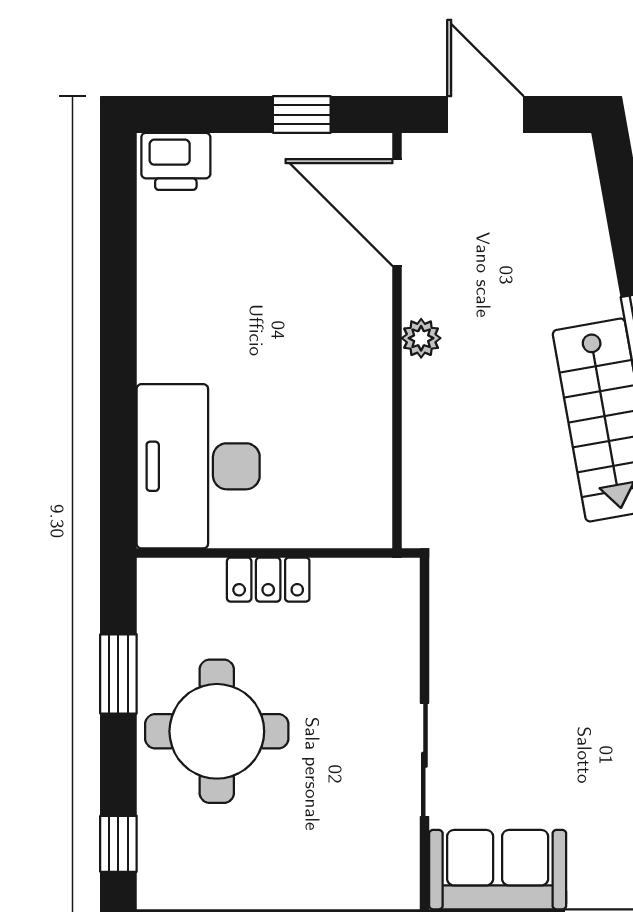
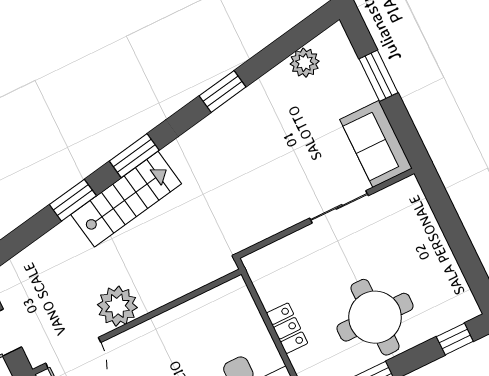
plant: (421, 338) -> (117, 306), width x1.87, depth x1.87

